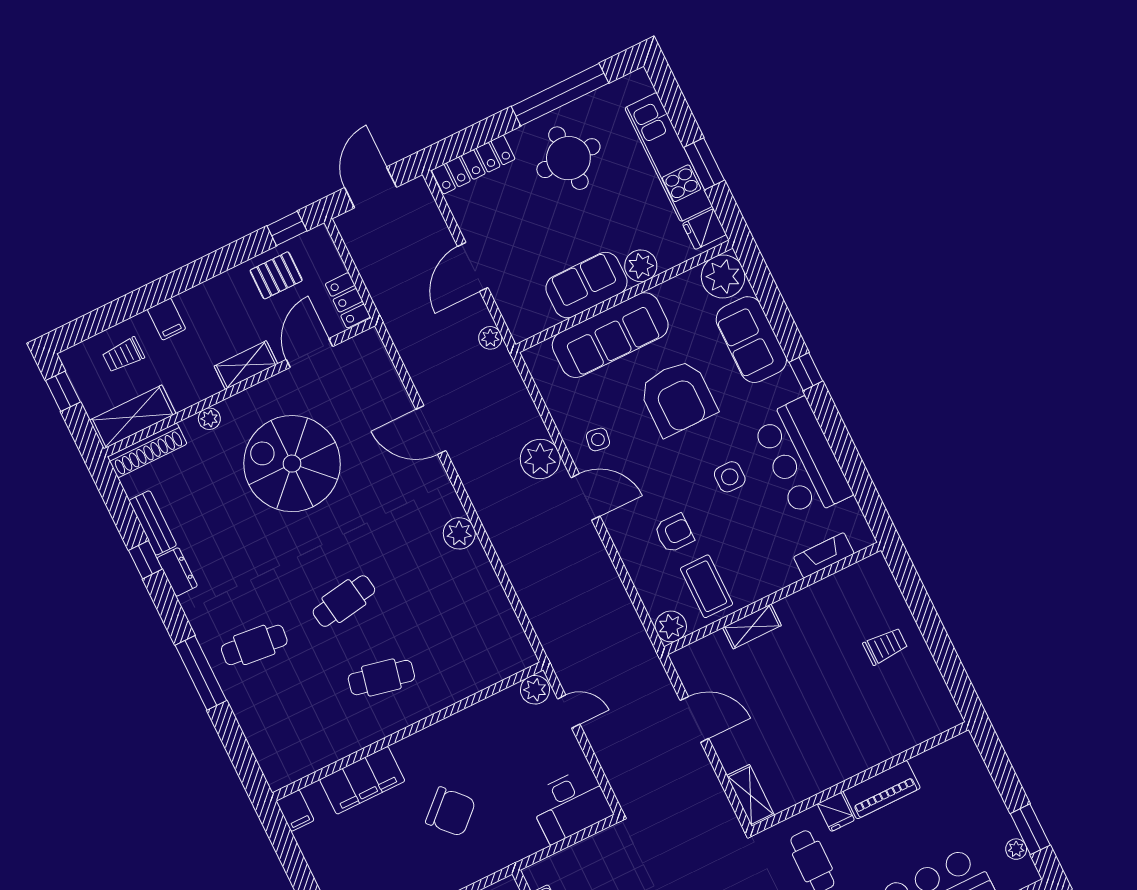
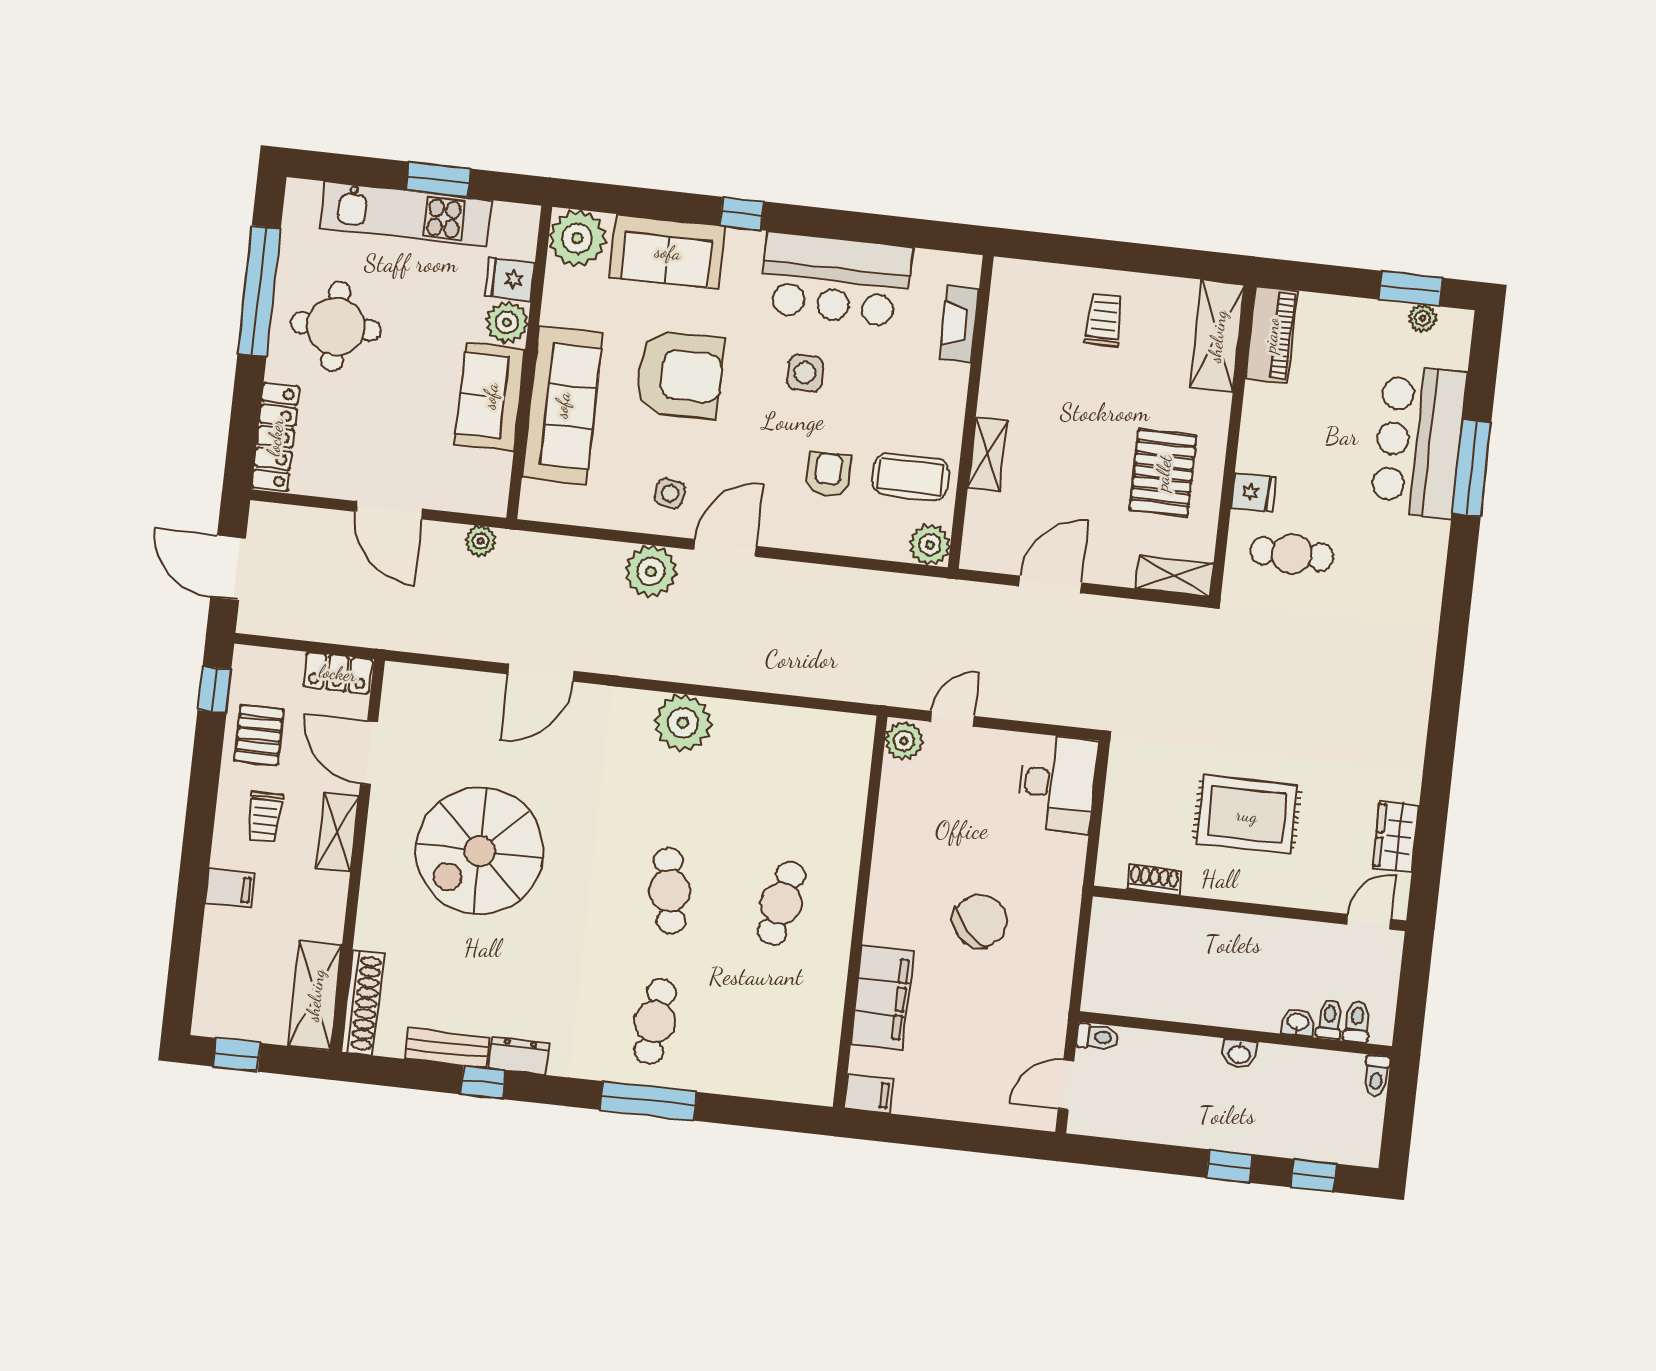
fridge: (704, 229) -> (510, 279), moved, turned 90
trolley: (123, 355) -> (265, 817), moved
plant: (209, 419) -> (371, 911), removed
plant: (459, 533) -> (683, 723), width x1.36, depth x1.36
shelving: (921, 725) -> (1217, 336), added
pallet: (812, 746) -> (1163, 473), added
piano: (882, 790) -> (1271, 335), moved

